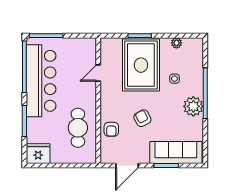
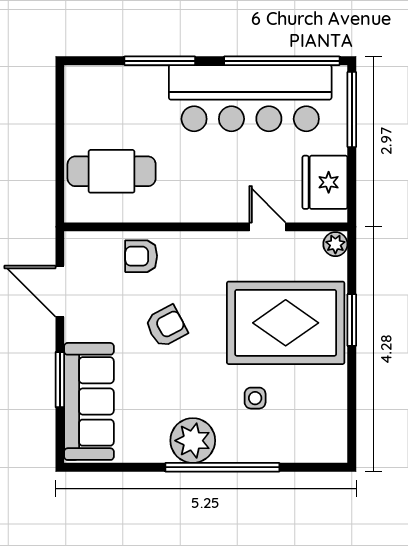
plant: (176, 43) -> (335, 244), moved
cafe table: (78, 128) -> (112, 171), moved
fridge: (38, 154) -> (325, 182), moved, turned 180

